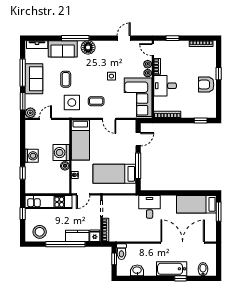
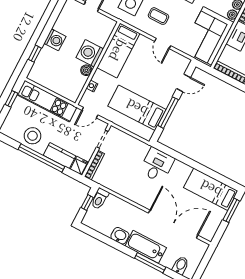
stool: (40, 232) -> (33, 136), moved
washbasin: (137, 270) -> (120, 236), moved
window: (181, 278) -> (150, 263), width x2.17

